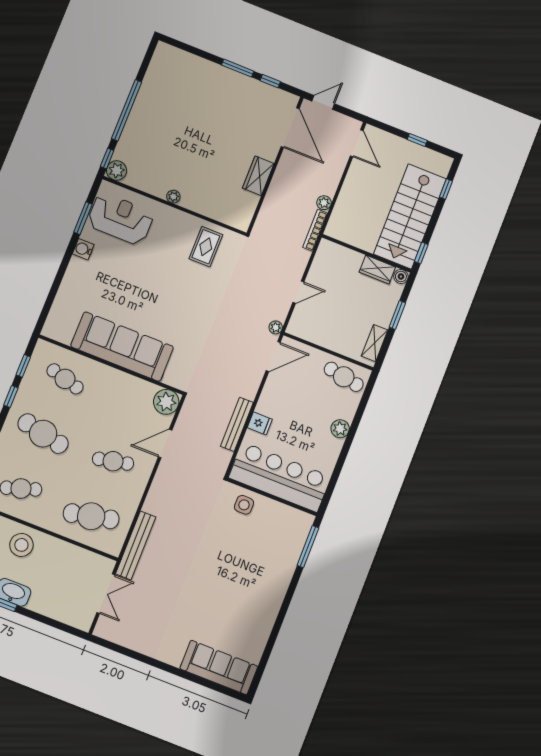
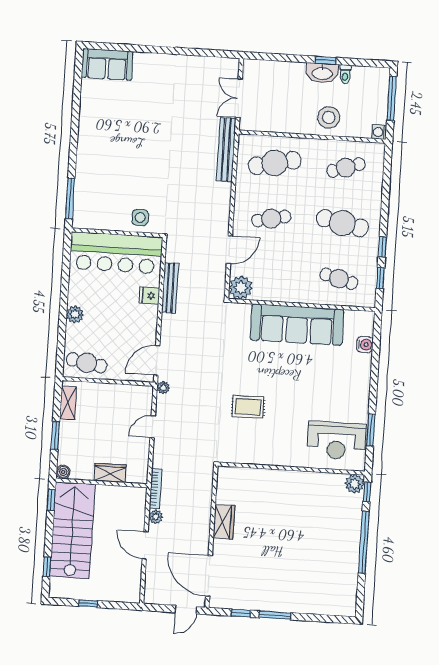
door: (357, 143) -> (145, 545), moved
plant: (173, 197) -> (295, 477), removed
rug: (206, 247) -> (248, 407), moved, turned 90
water cooler: (83, 249) -> (365, 345), moved
wardrobe: (377, 269) -> (110, 473), moved
sofa: (219, 667) -> (107, 64), width x0.73

